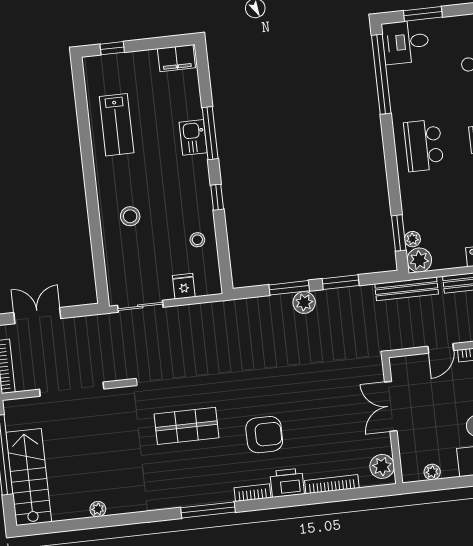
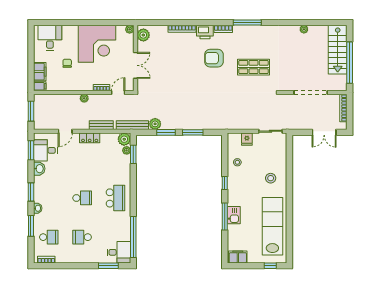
lab bench: (117, 125) -> (272, 226), width x1.86, depth x1.39
plant: (304, 302) -> (155, 124), moved
double door: (391, 406) -> (135, 65), moved
wall: (392, 421) -> (135, 58), moved
plant: (382, 466) -> (143, 35), moved

